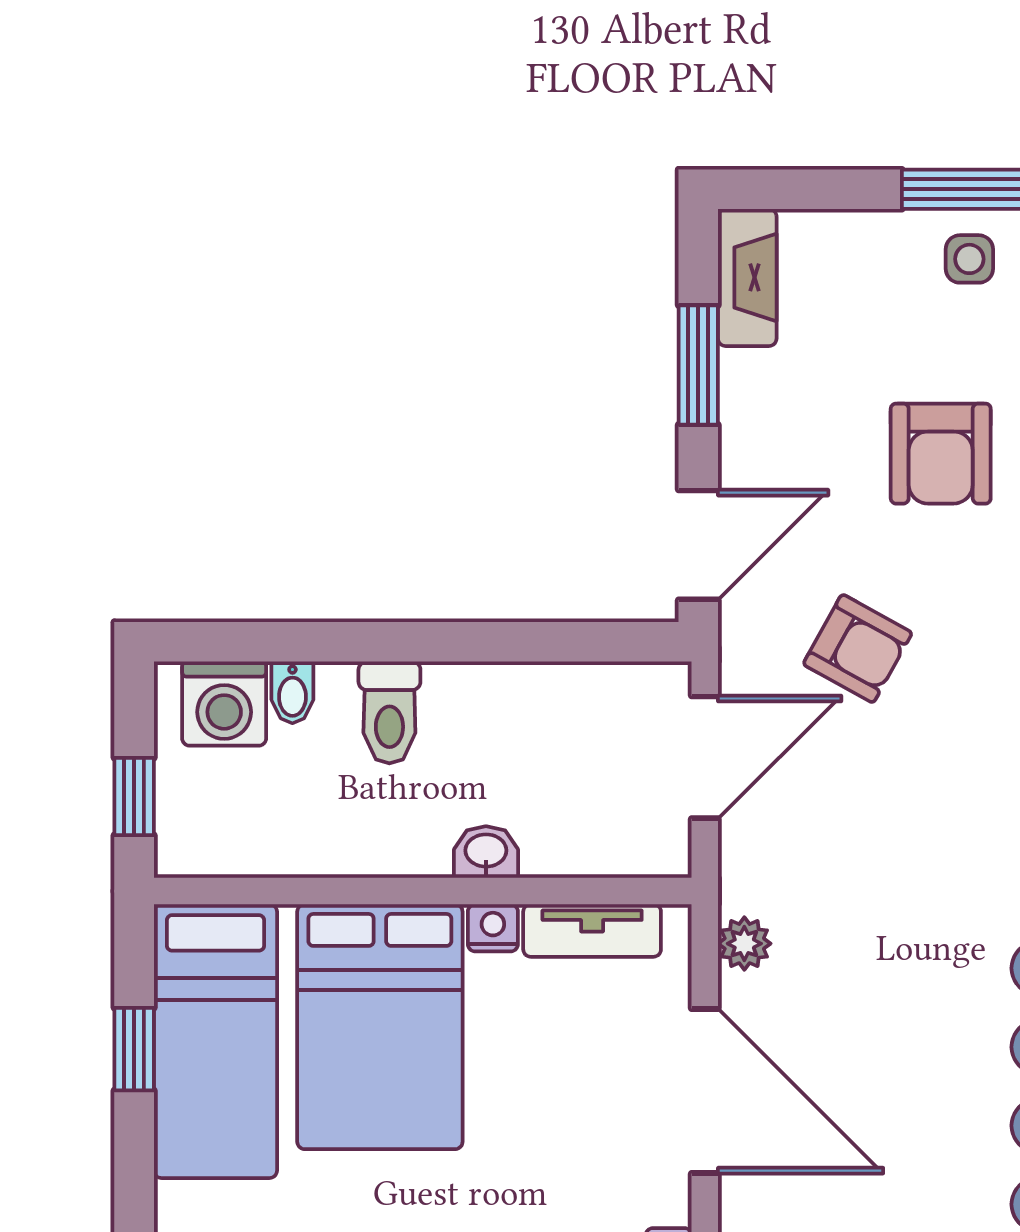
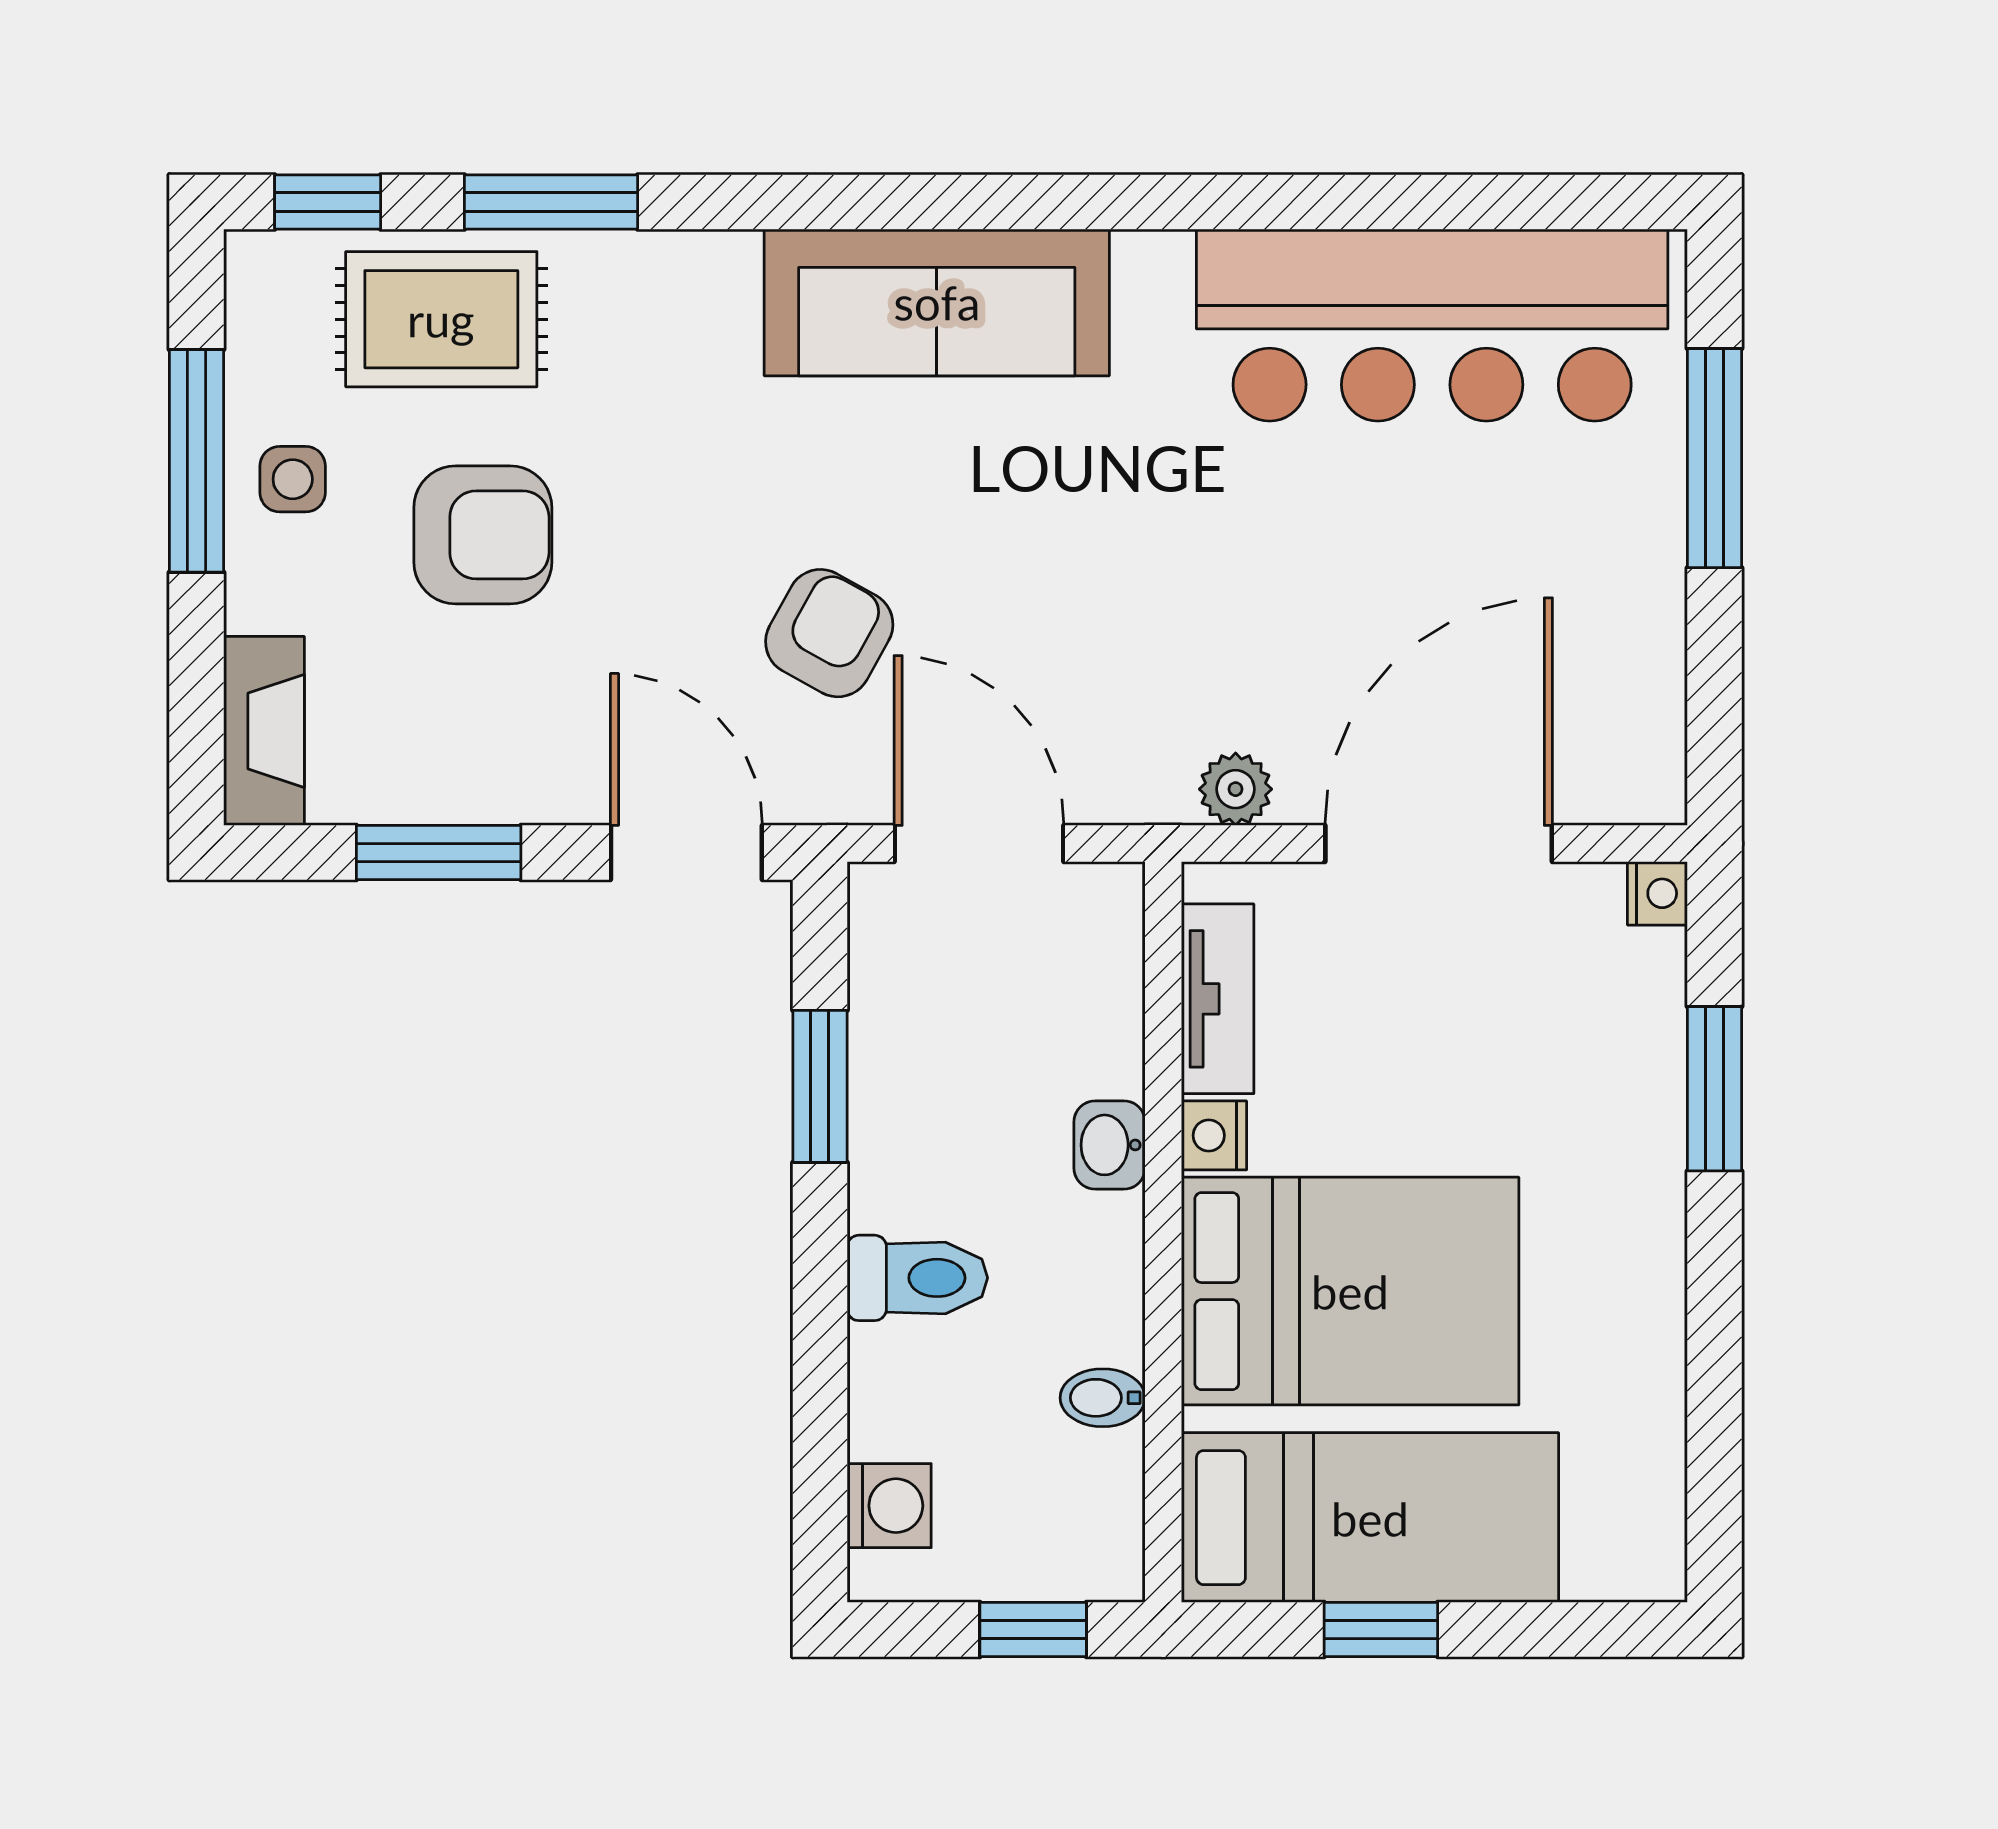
fireplace: (747, 277) -> (264, 731), moved, turned 90
armchair: (941, 454) -> (483, 535), moved
window: (529, 642) -> (820, 1086), added
bidet: (292, 692) -> (1103, 1398), moved, turned 180
washing machine: (224, 704) -> (889, 1506), width x0.73, depth x0.73

